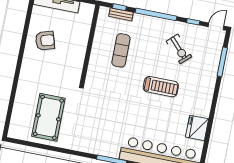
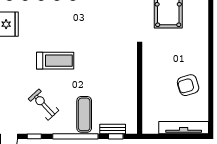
exercise mat: (121, 50) -> (84, 114), moved
treadmill: (161, 87) -> (55, 61), turned 180

